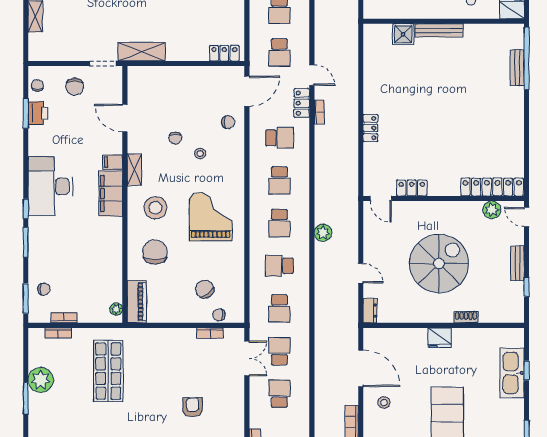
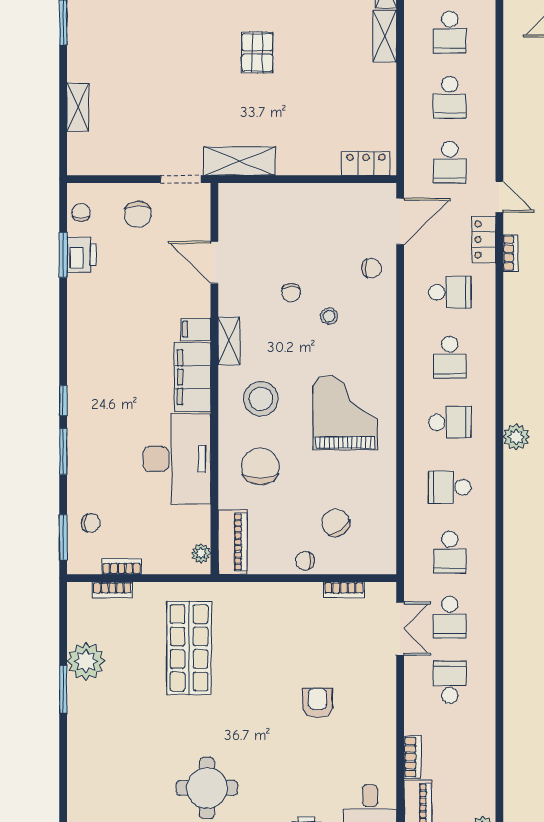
desk: (50, 186) -> (177, 459), moved, turned 180
school desk: (279, 223) -> (450, 422), turned -90
chair: (219, 315) -> (305, 561), moved
school desk: (279, 351) -> (450, 617), turned 180

